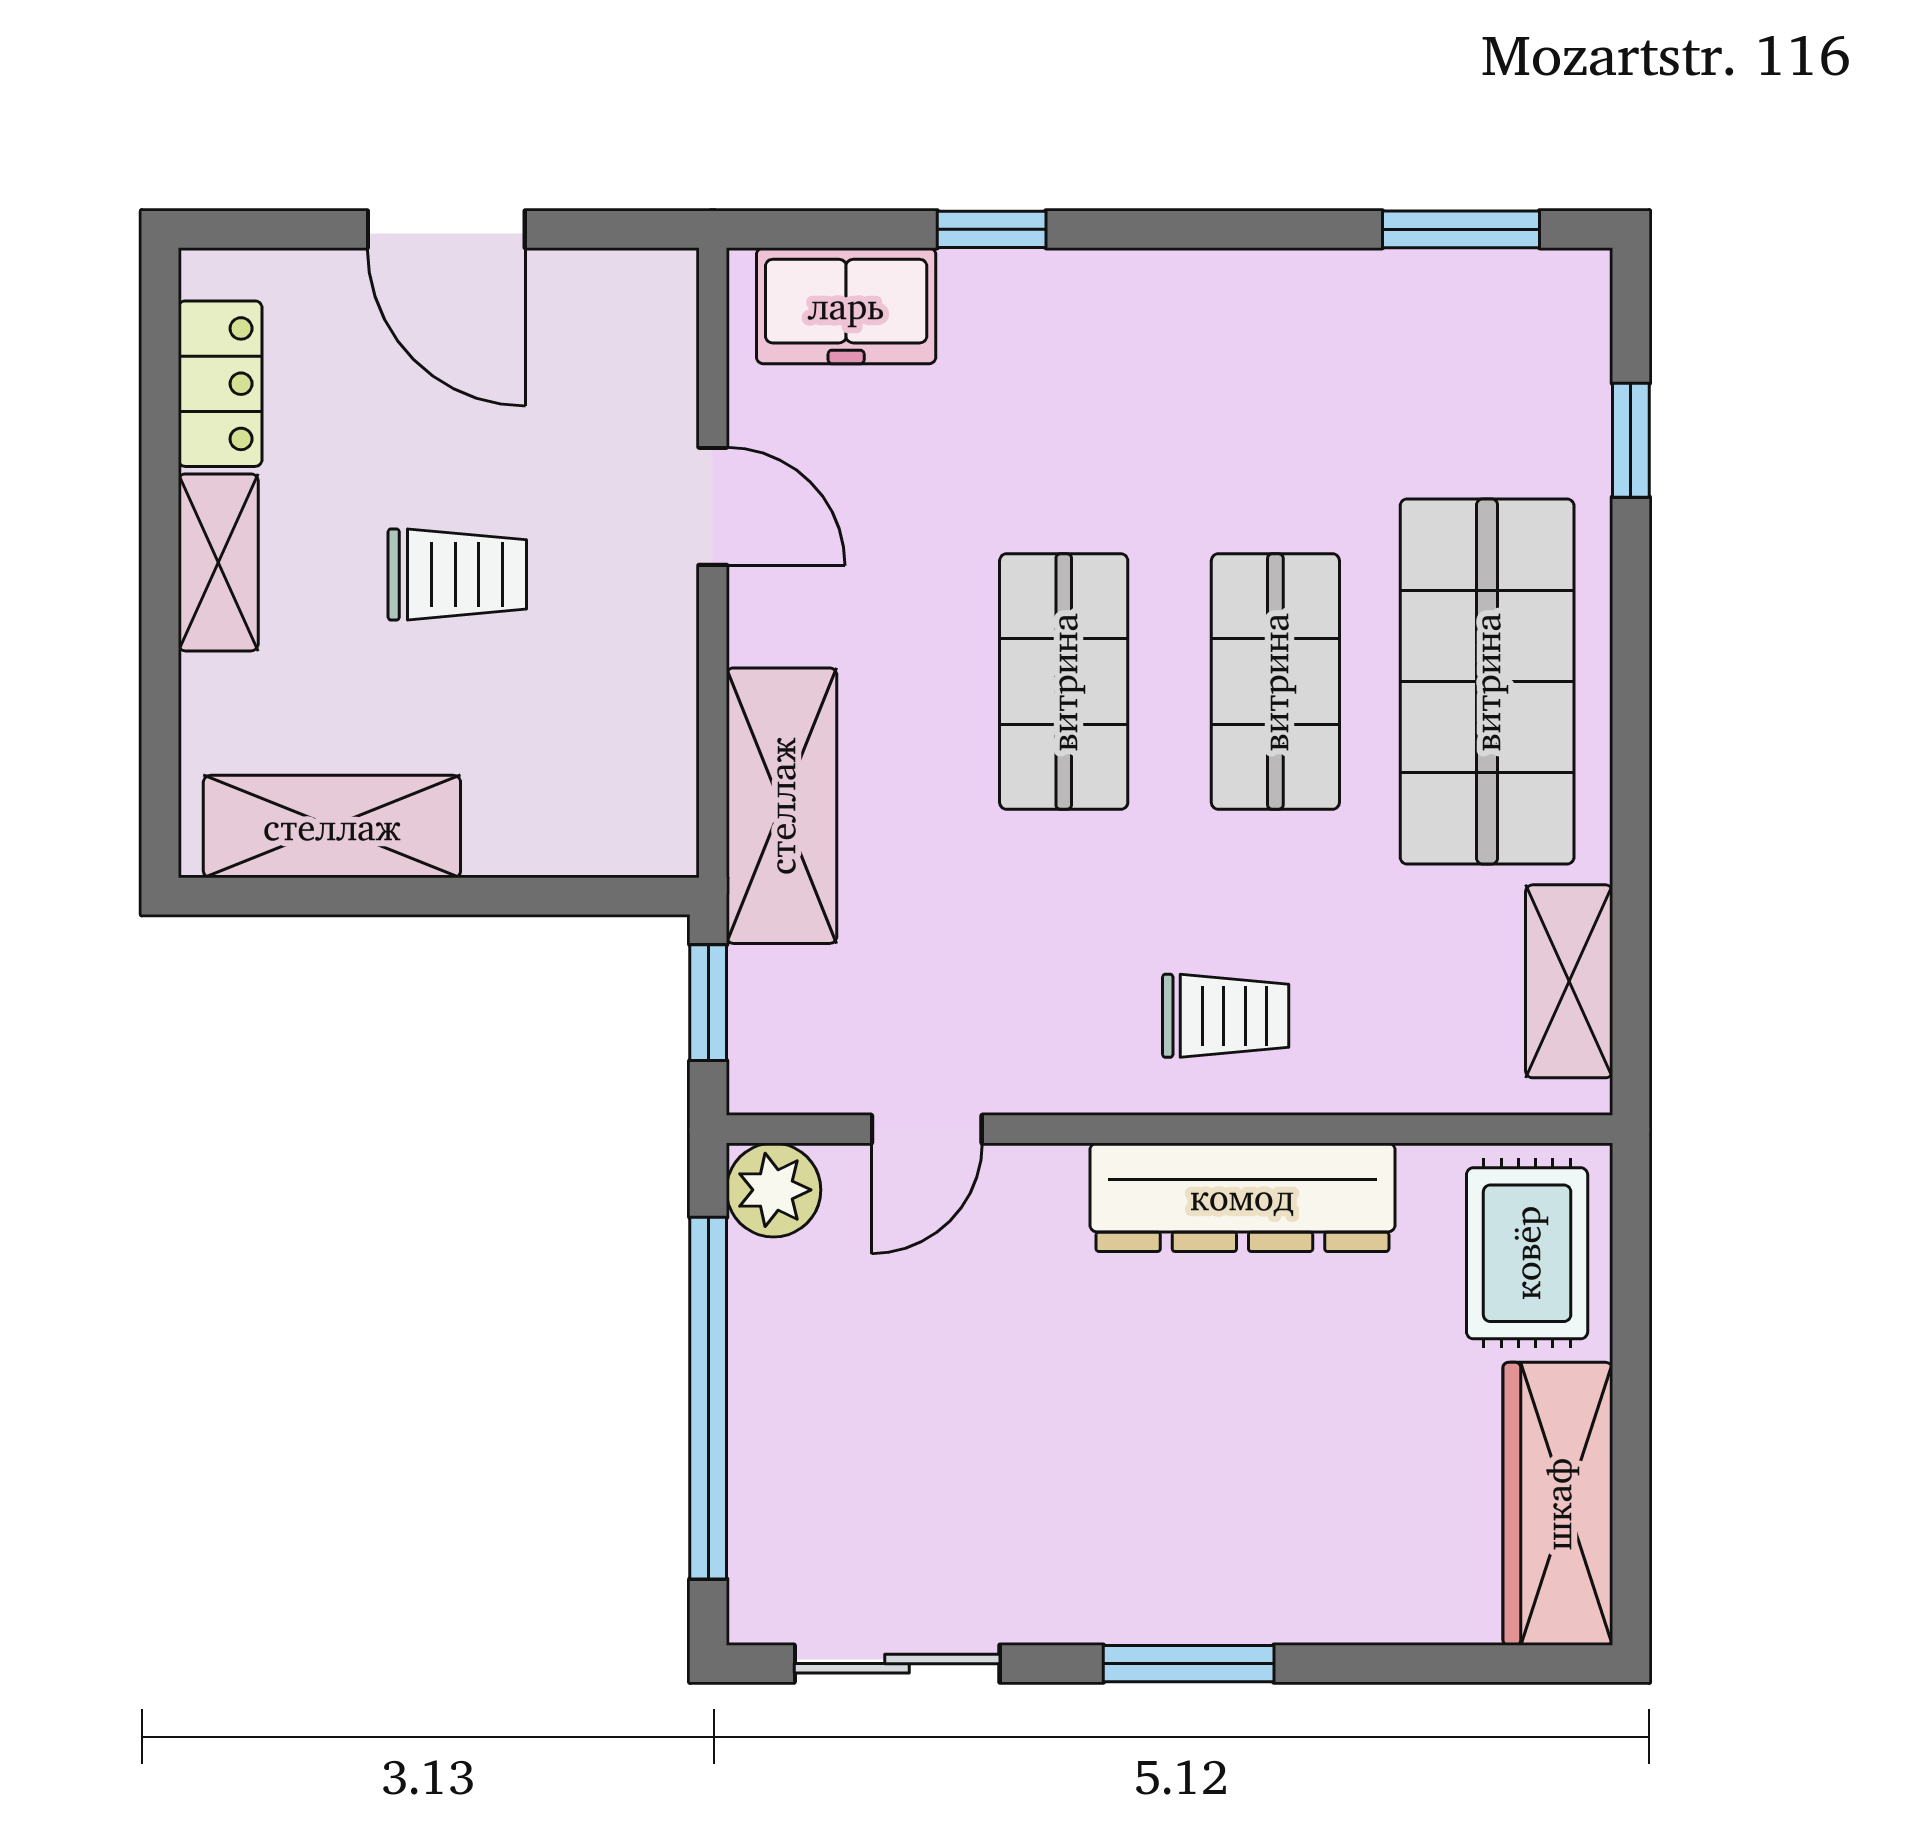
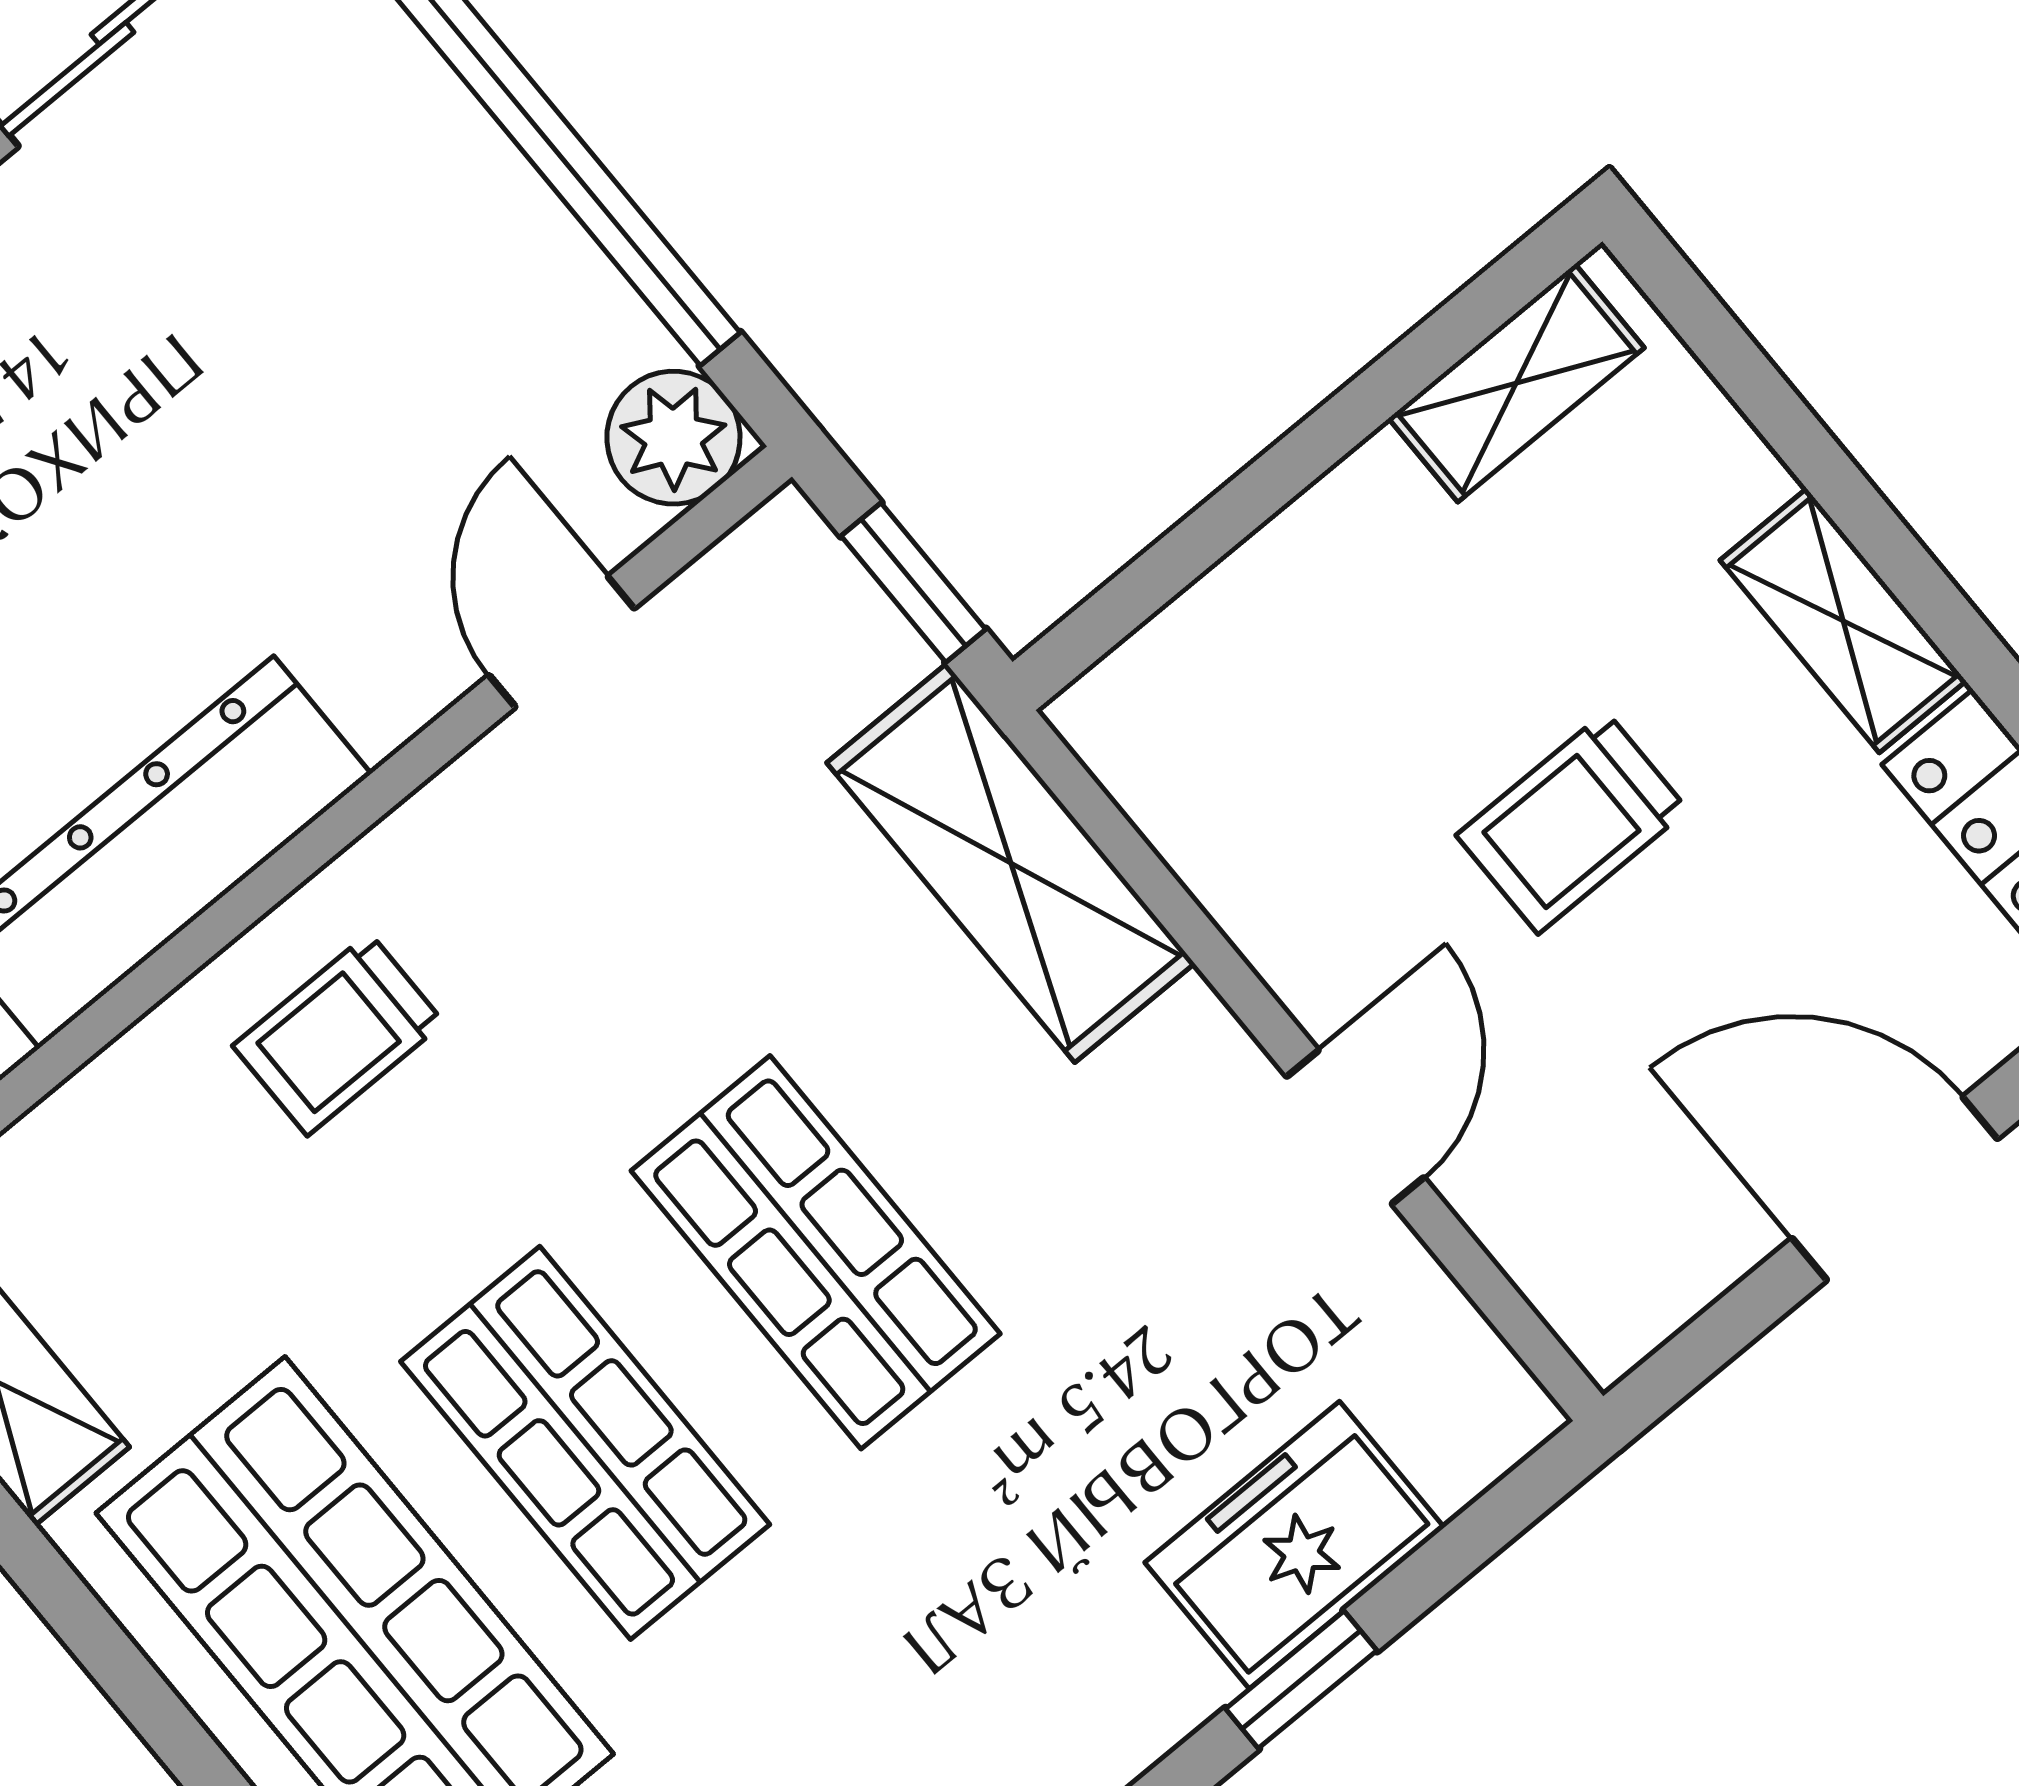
freezer: (846, 306) -> (1294, 1545), moved
door: (713, 506) -> (1355, 1127), swing flipped
shelving: (332, 827) -> (1516, 383), width x0.67, depth x0.75

